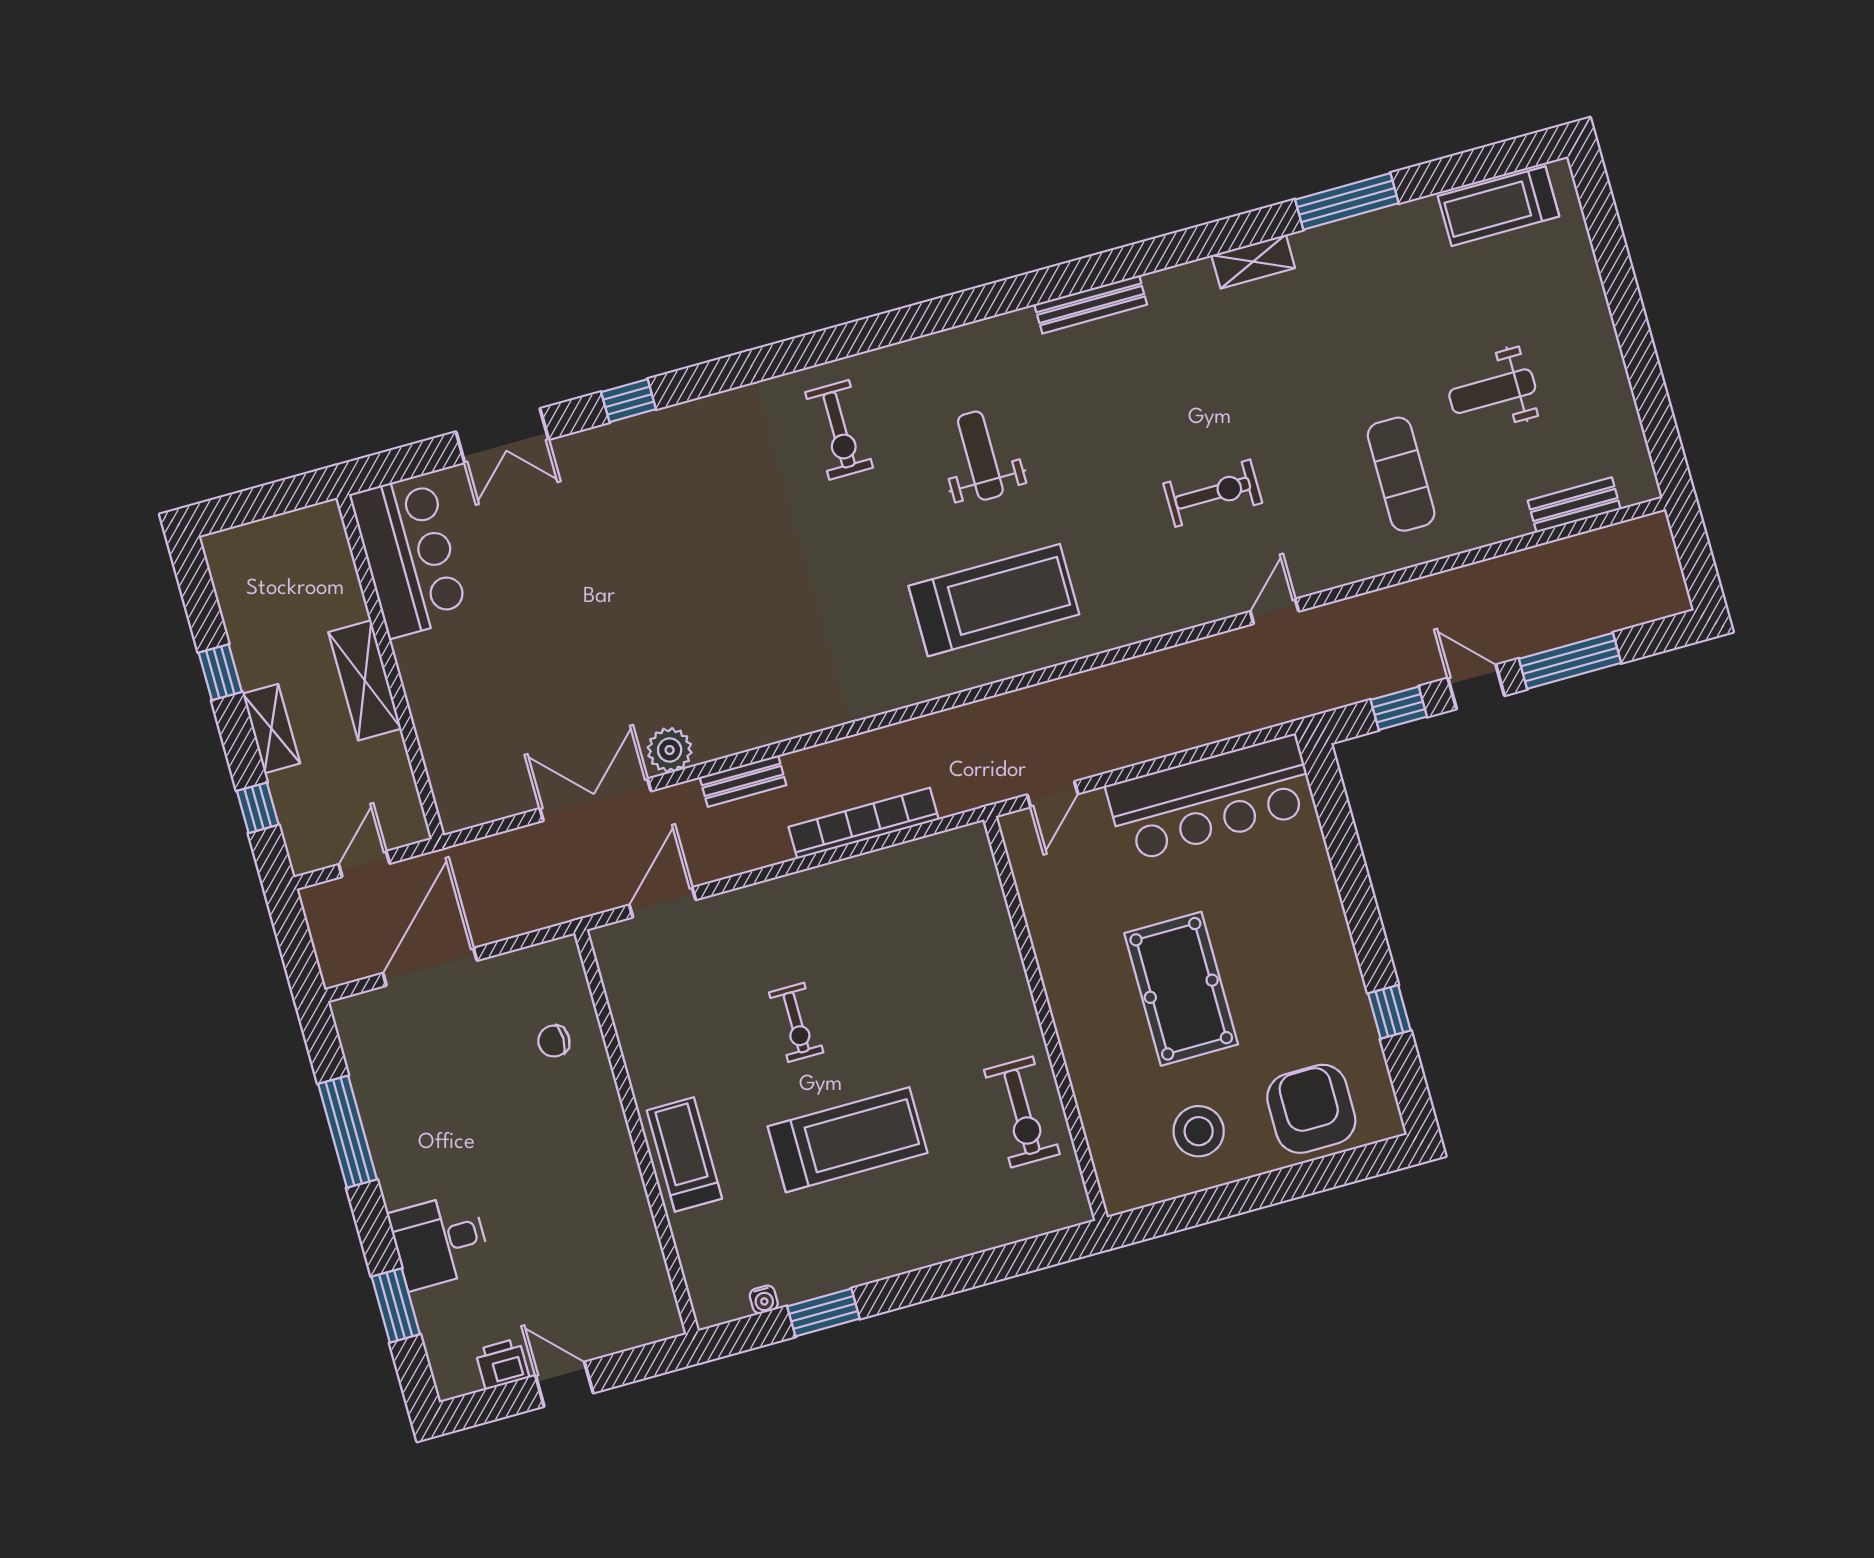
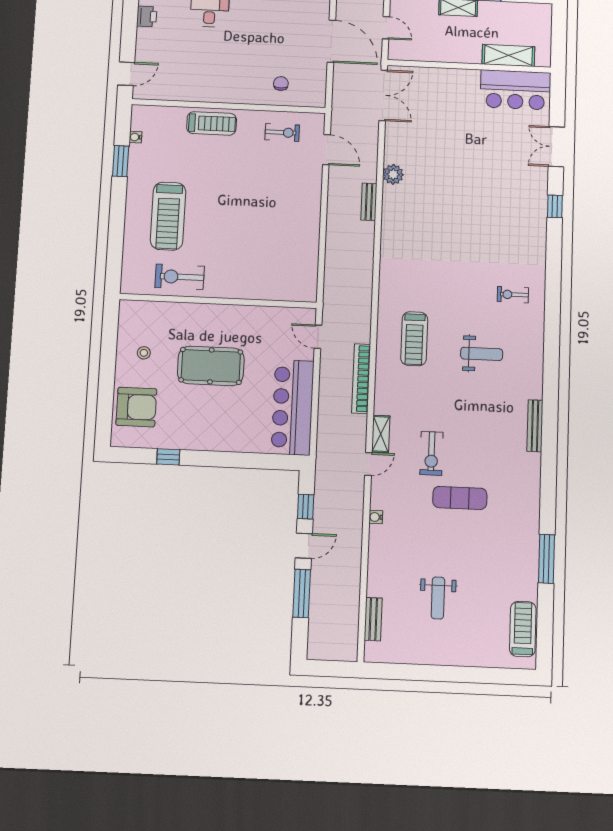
shelving: (1253, 262) -> (381, 434), moved
weight bench: (1492, 391) -> (438, 598), turned 180
exercise bike: (839, 430) -> (513, 295), width x0.73, depth x0.72
exercise mat: (1401, 474) -> (460, 498), moved
water cooler: (1374, 564) -> (376, 517), added
treadmill: (994, 600) -> (414, 339), width x0.73, depth x0.73
door: (1274, 611) -> (368, 464), hinge flipped
shelving: (365, 680) -> (508, 55), moved
double door: (595, 800) -> (383, 95), moved
bookcase: (864, 823) -> (361, 379), moved, turned 180
exercise bike: (796, 1022) -> (282, 132), moved, turned 180
stool: (1199, 1131) -> (144, 353), width x0.53, depth x0.53
treadmill: (848, 1140) -> (168, 216), moved
door: (564, 1384) -> (126, 74), moved

